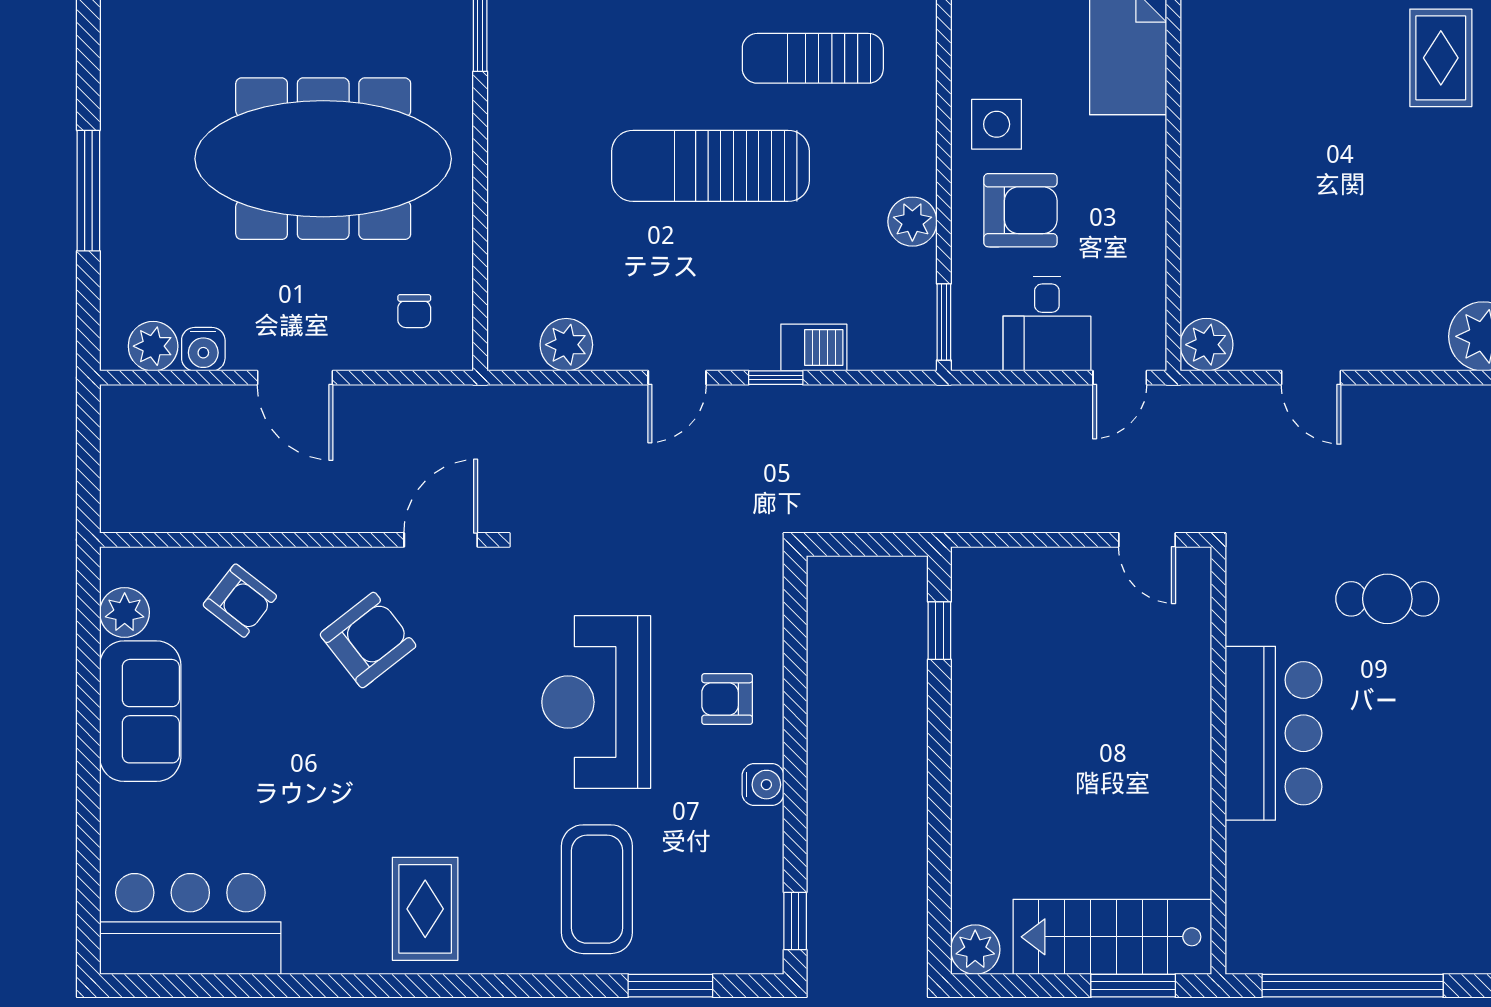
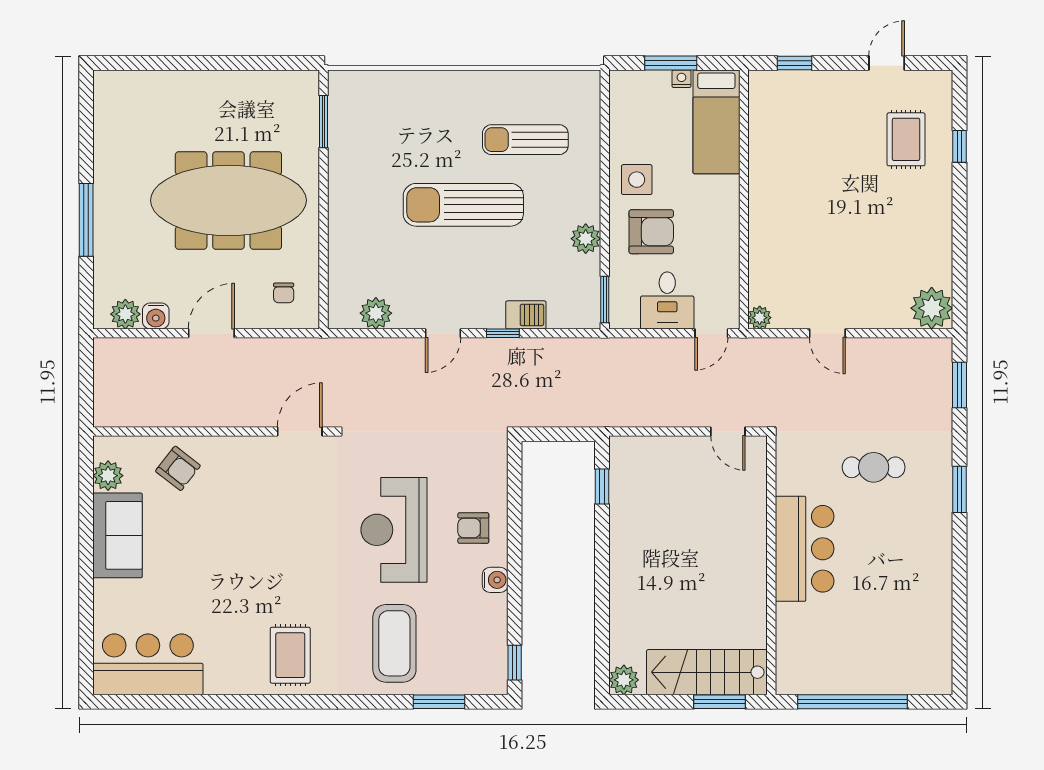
plant: (1207, 345) -> (760, 318), width x0.73, depth x0.73
door: (295, 378) -> (211, 333), swing flipped
armchair: (368, 640) -> (256, 492), removed

